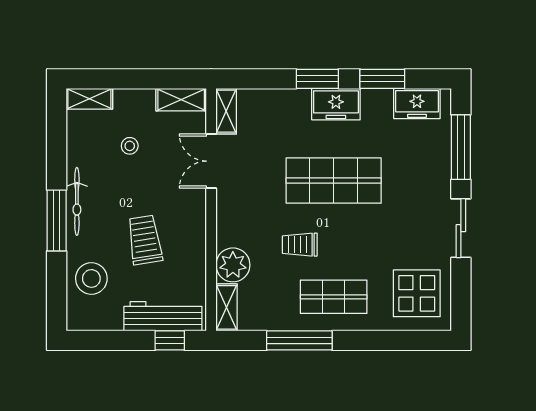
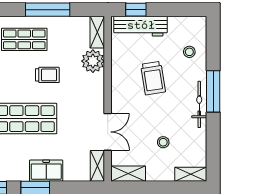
freezer: (336, 104) -> (46, 171), moved
stool: (91, 278) -> (189, 52), width x0.53, depth x0.53

